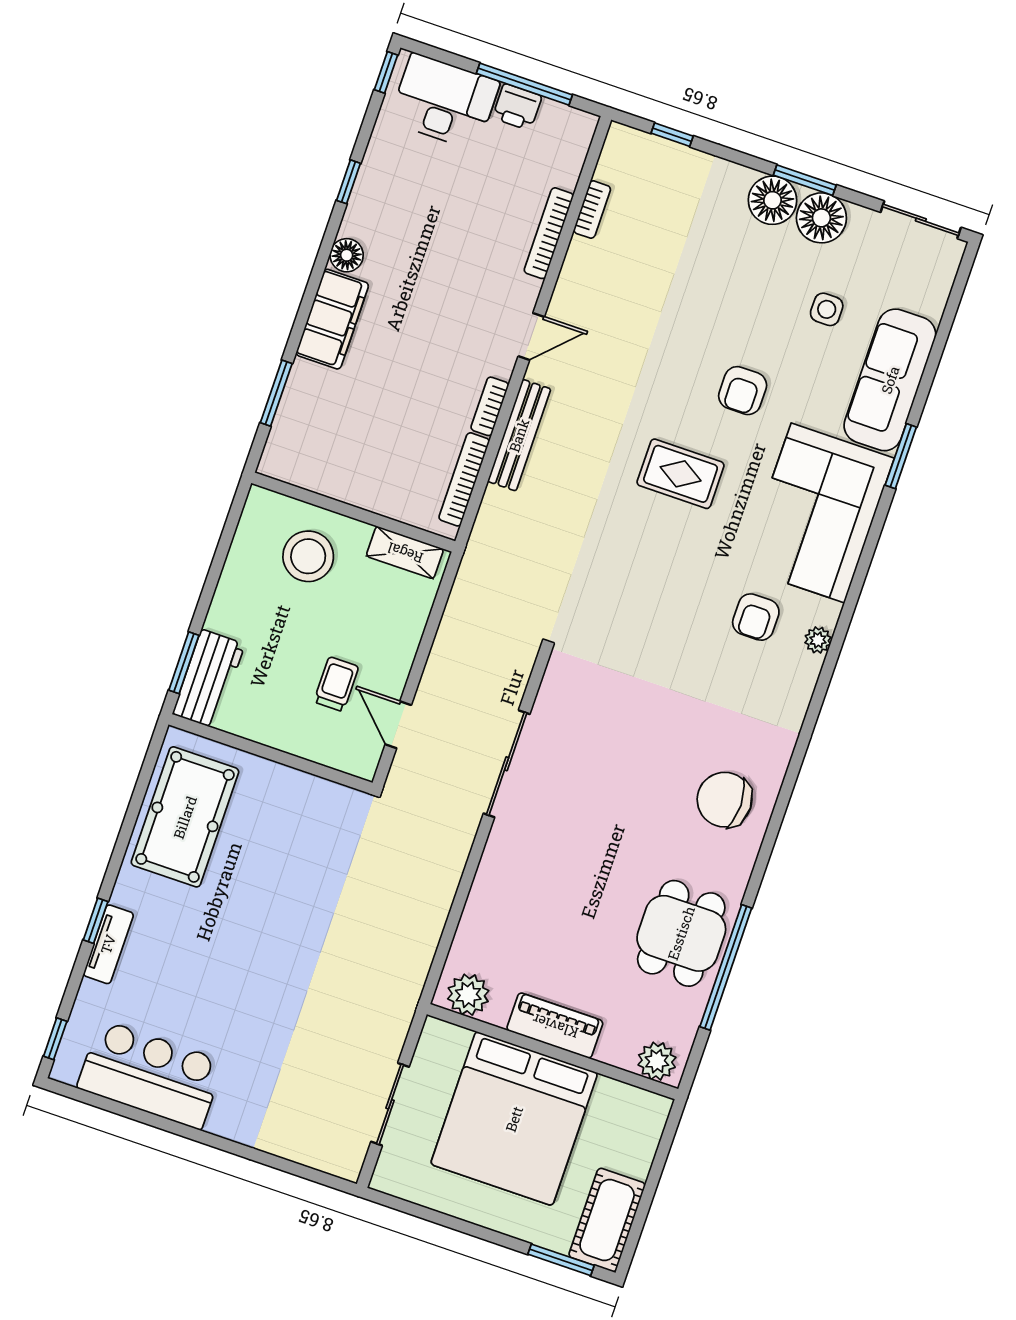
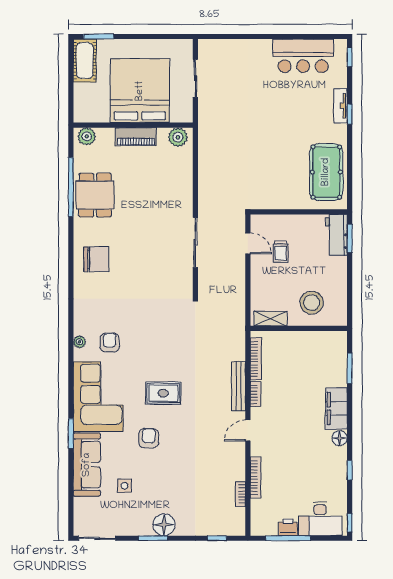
floor lamp: (821, 218) -> (140, 524), removed

